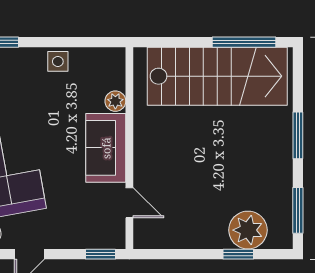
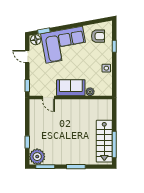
stairs: (217, 76) -> (104, 141), width x0.73, depth x0.66
door: (129, 203) -> (48, 98), hinge flipped
plant: (248, 230) -> (37, 157), moved

